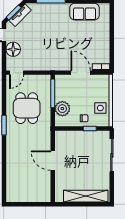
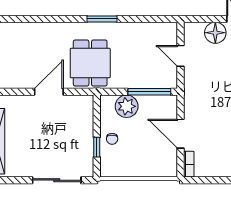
door: (17, 73) -> (180, 56), moved
door: (81, 73) -> (180, 134), swing flipped
dining table: (27, 108) -> (90, 63), moved, turned 90
side table: (100, 108) -> (127, 163), removed

